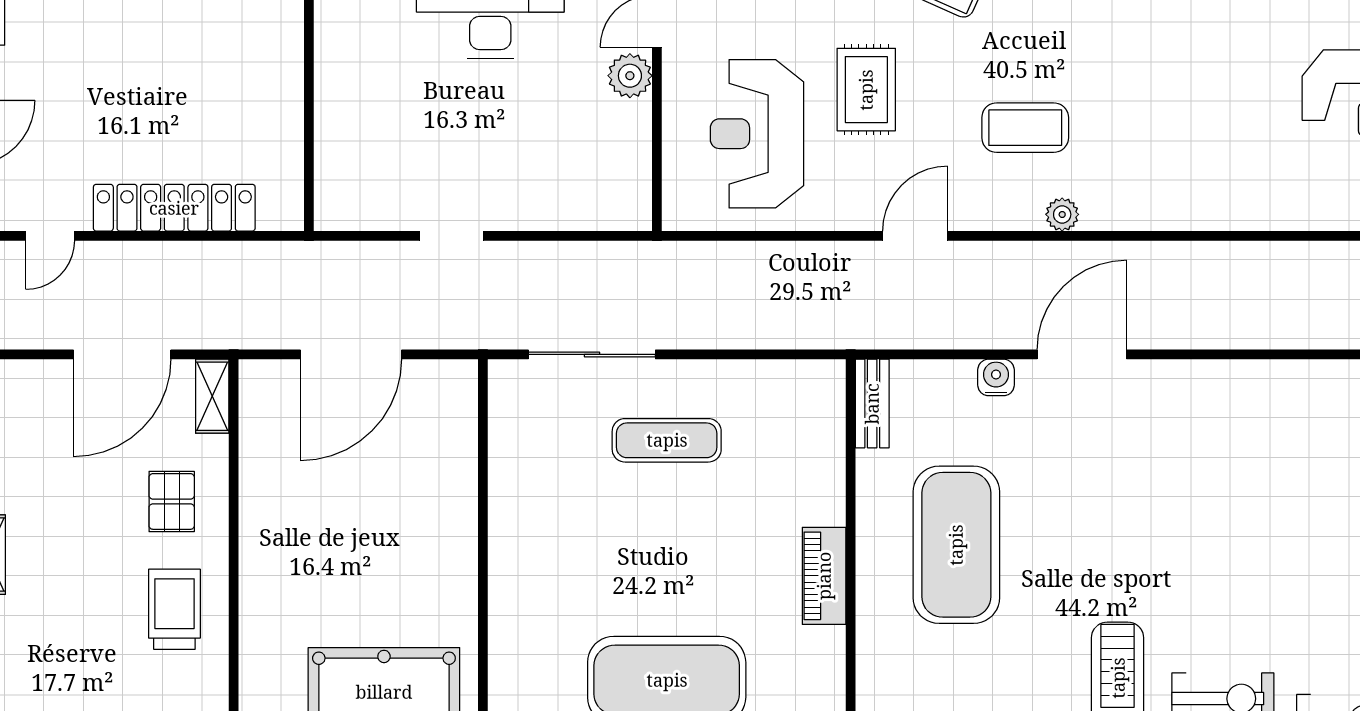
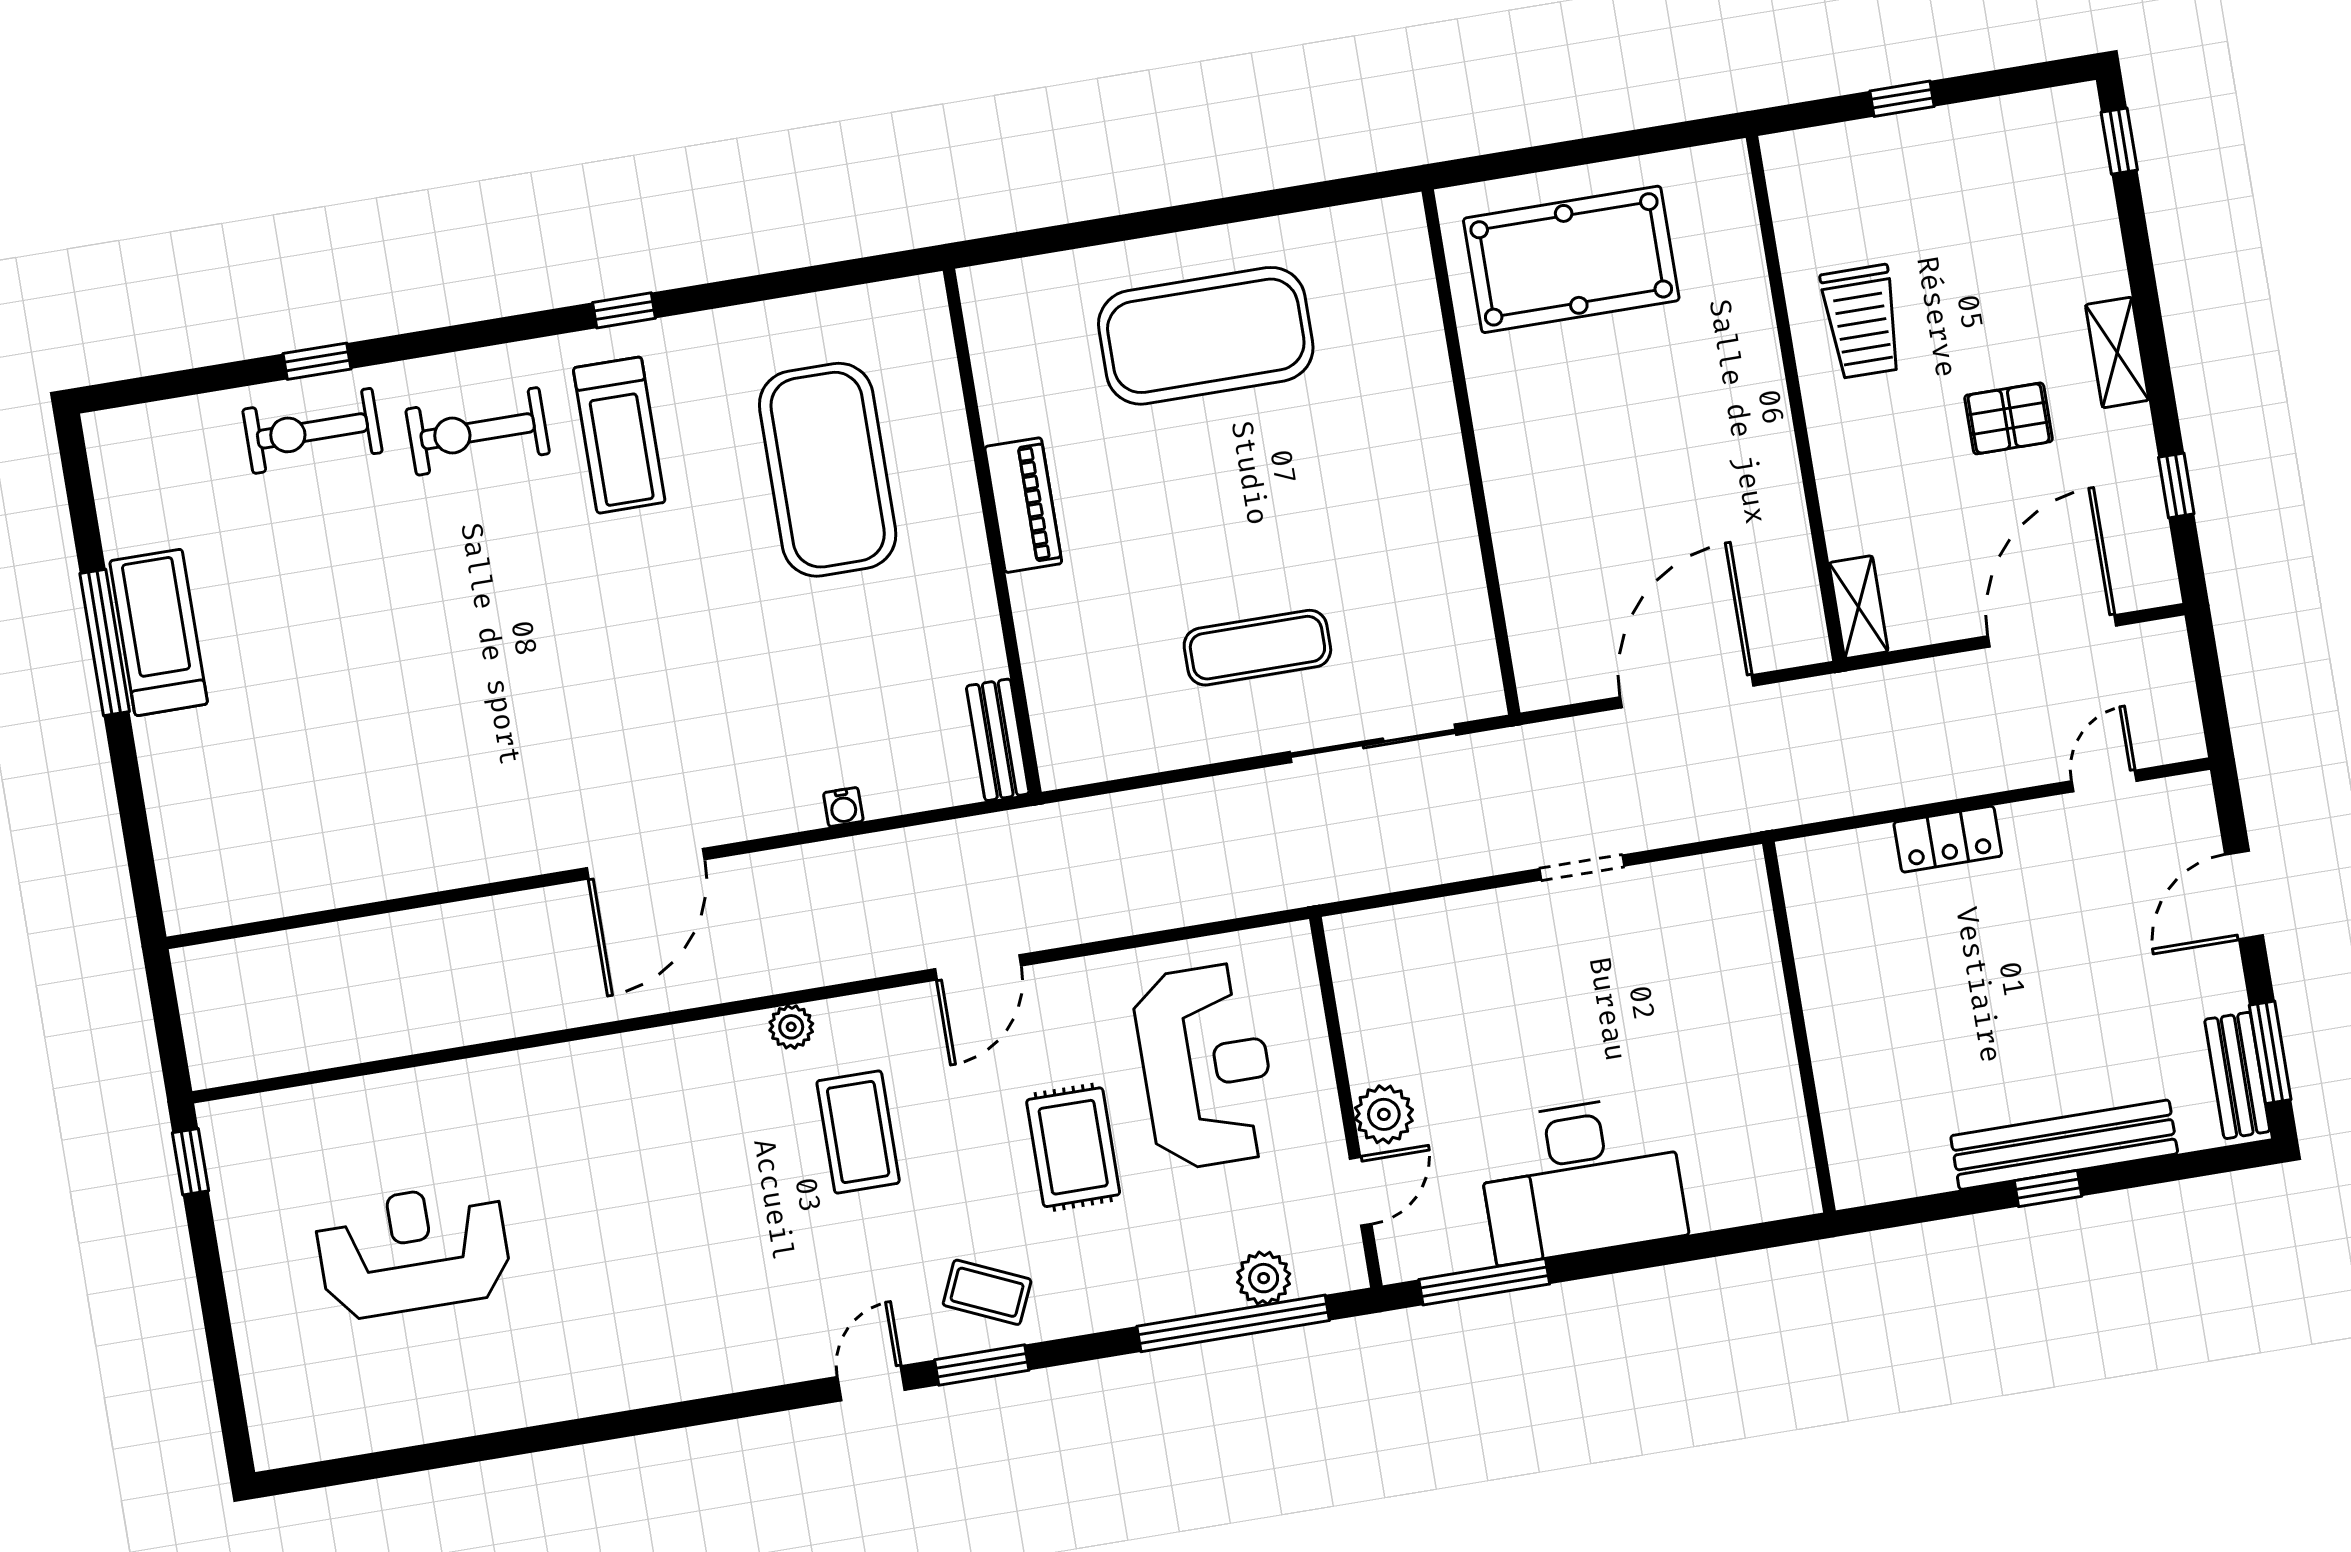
coffee table: (1025, 128) -> (858, 1132), turned 90
locker: (174, 208) -> (1948, 839), width x0.46, depth x0.83
door: (122, 354) -> (2052, 631), moved
door: (1082, 354) -> (646, 864), moved
water cooler: (996, 377) -> (843, 807), width x0.72, depth x0.72
pallet: (172, 501) -> (2009, 418), moved, turned 90
exercise mat: (956, 545) -> (828, 470), moved

